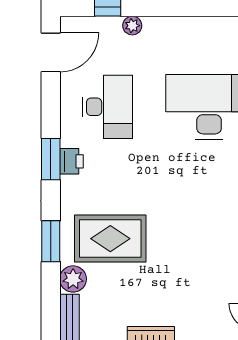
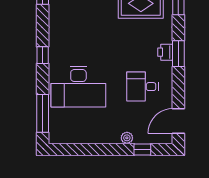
desk: (108, 107) -> (143, 87), width x0.73

